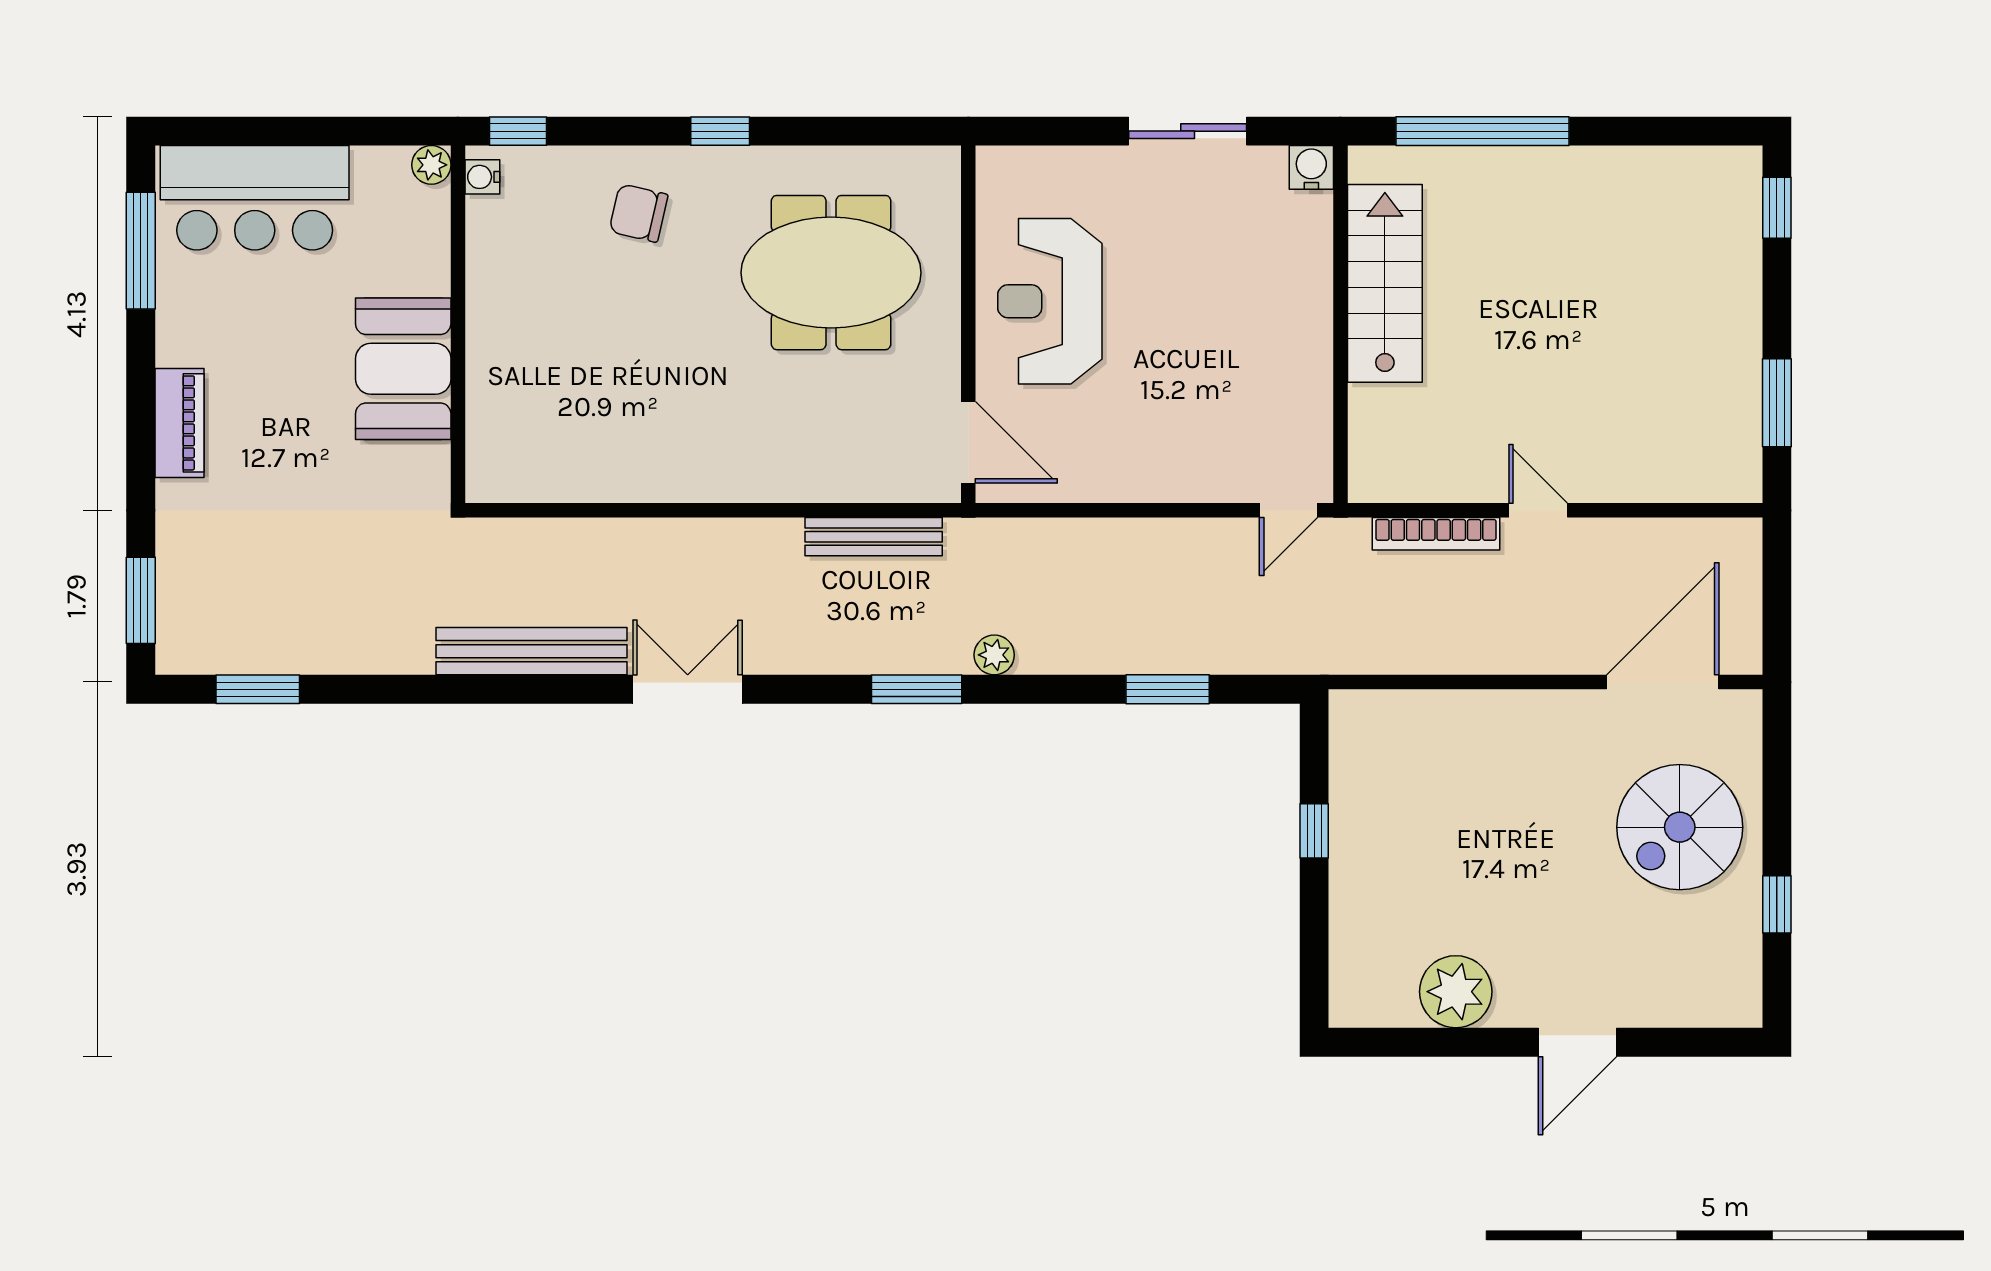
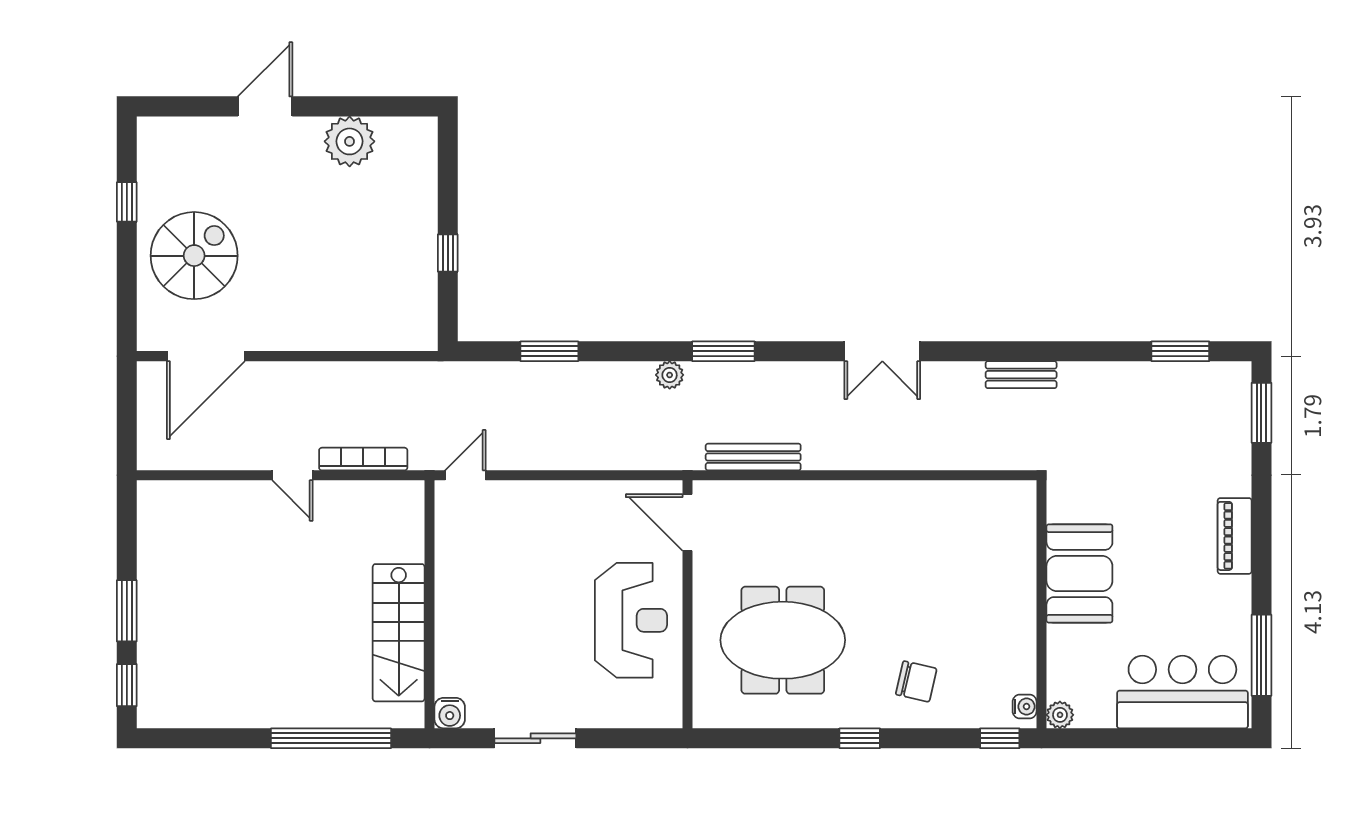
window: (1777, 403) -> (127, 611), moved
bench: (532, 651) -> (1021, 375), width x0.54, depth x0.82

